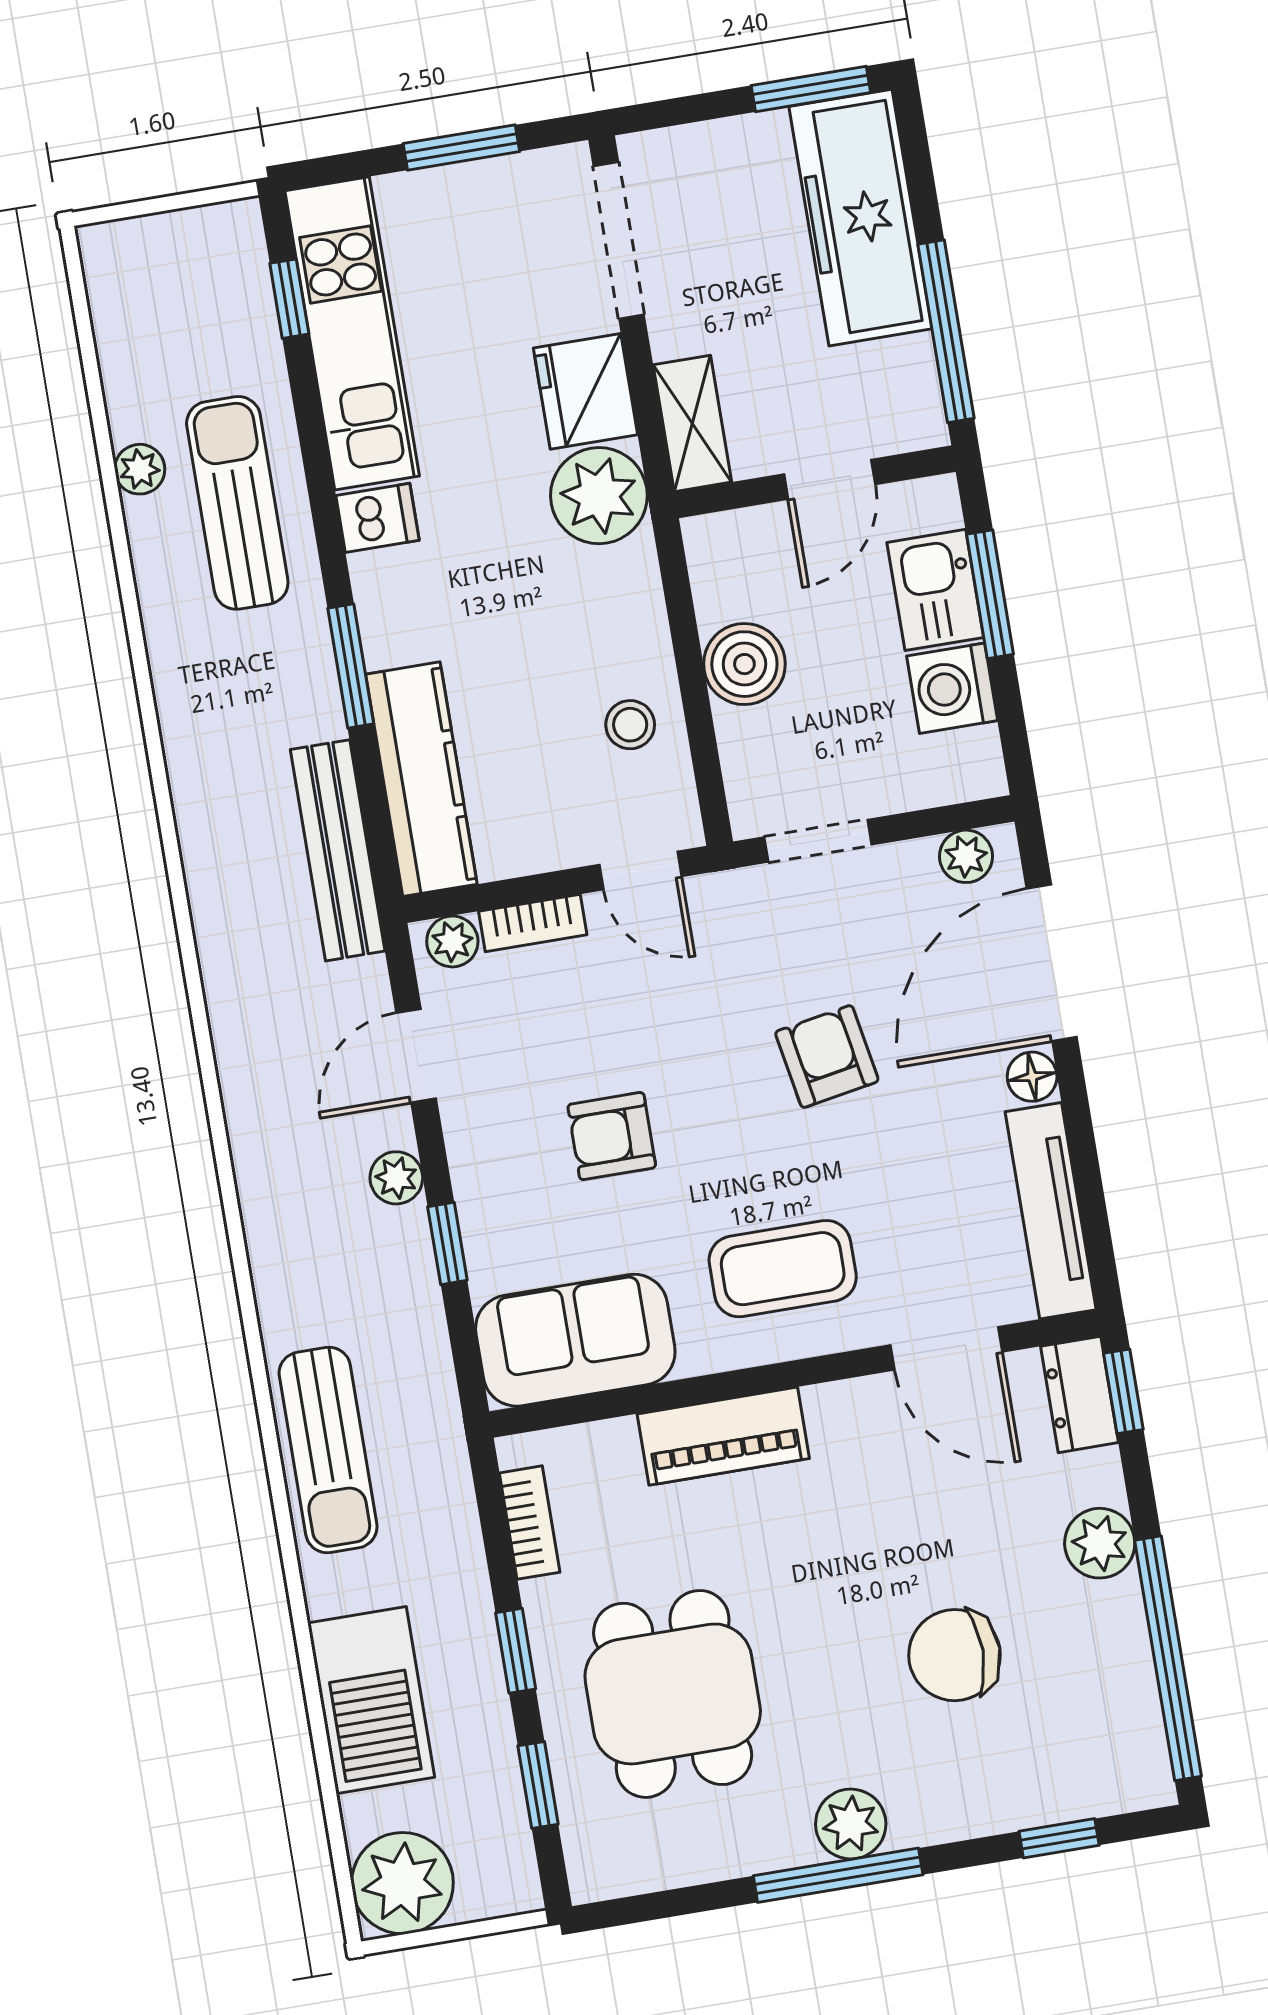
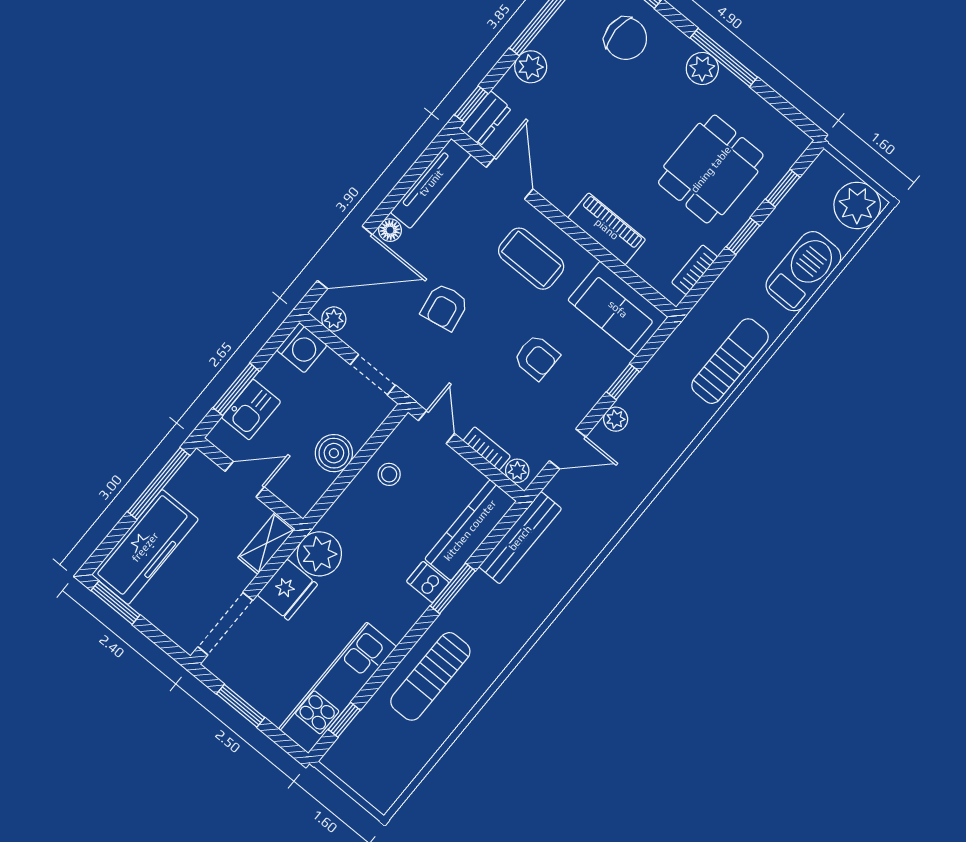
plant: (140, 469) -> (448, 720), removed
dishwasher: (378, 518) -> (428, 582), moved
washing machine: (952, 688) -> (302, 348), moved
chair: (955, 1655) -> (626, 38), moved

